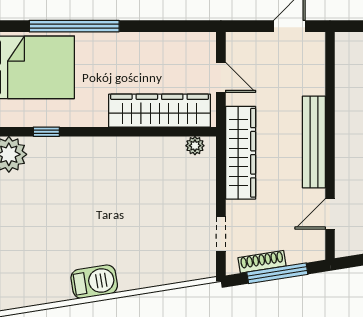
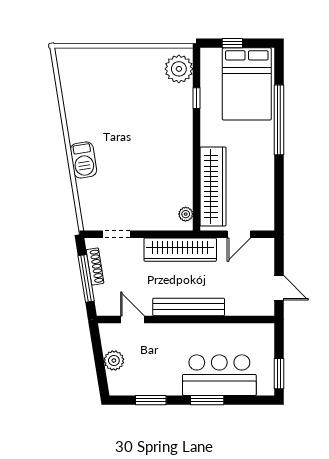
barbecue: (94, 282) -> (83, 160), moved

